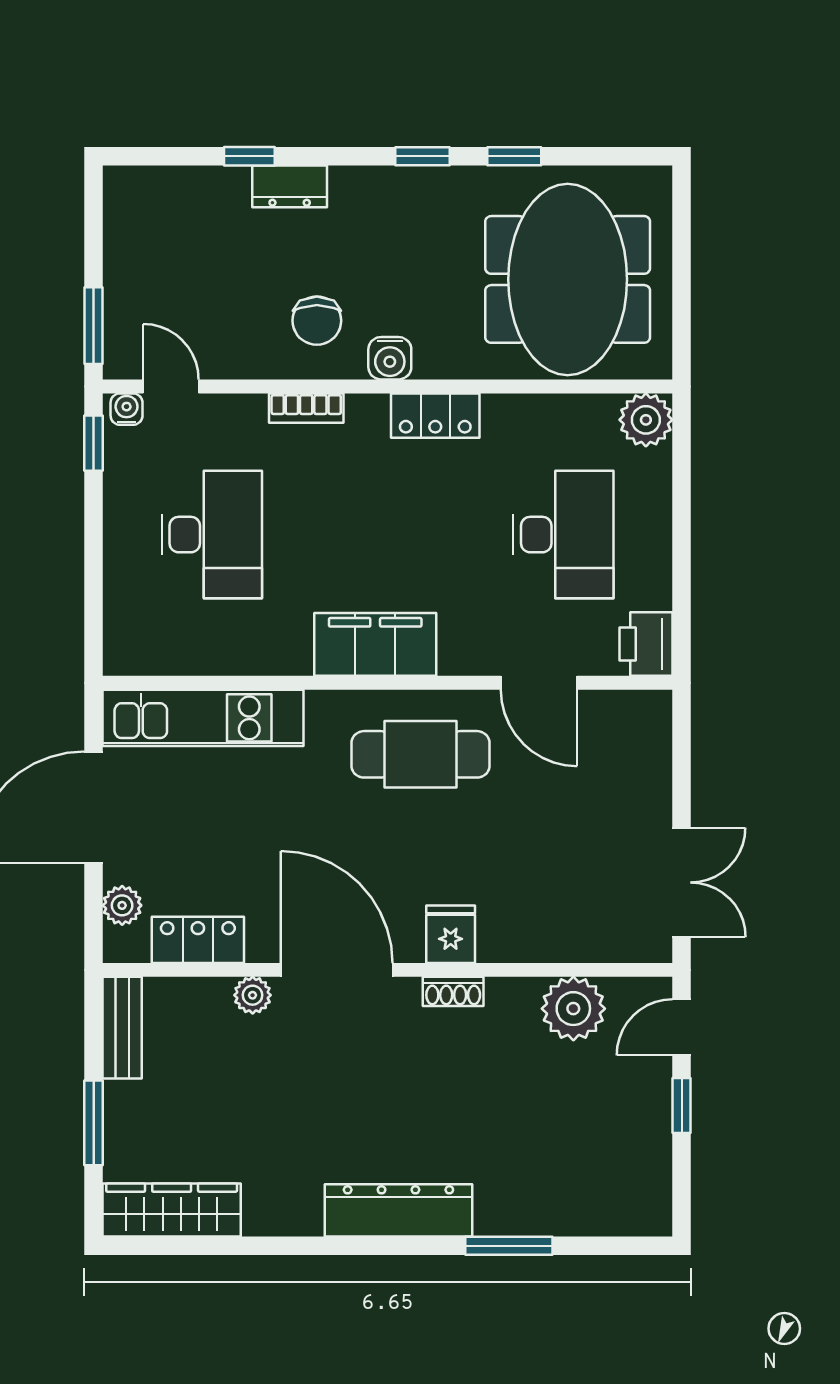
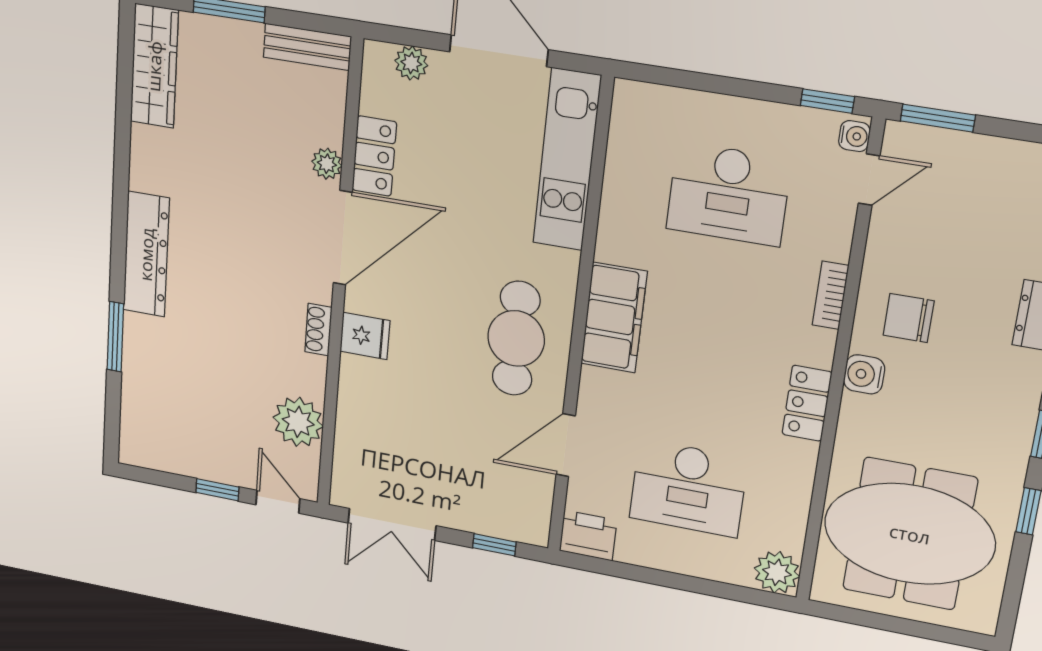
window: (682, 755) -> (494, 545), added
locker: (198, 940) -> (374, 156), moved

